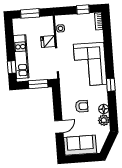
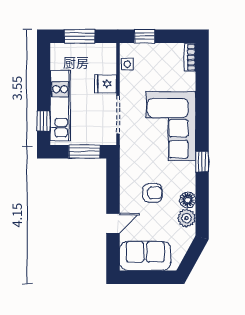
window: (83, 10) -> (144, 36), moved

